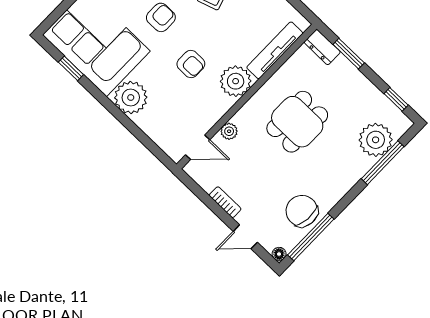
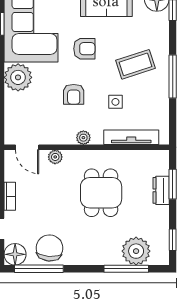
side table: (232, 35) -> (115, 102), added
dresser: (322, 47) -> (161, 190), moved
plant: (236, 81) -> (83, 138), width x0.53, depth x0.53
dining table: (297, 122) -> (101, 193), turned 90
floor lamp: (279, 254) -> (15, 254), width x1.89, depth x1.89

